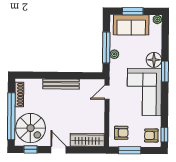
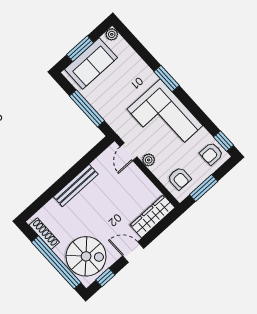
plant: (114, 54) -> (149, 160), moved
floor lamp: (154, 60) -> (145, 77), removed
armchair: (121, 133) -> (179, 178), turned 90

